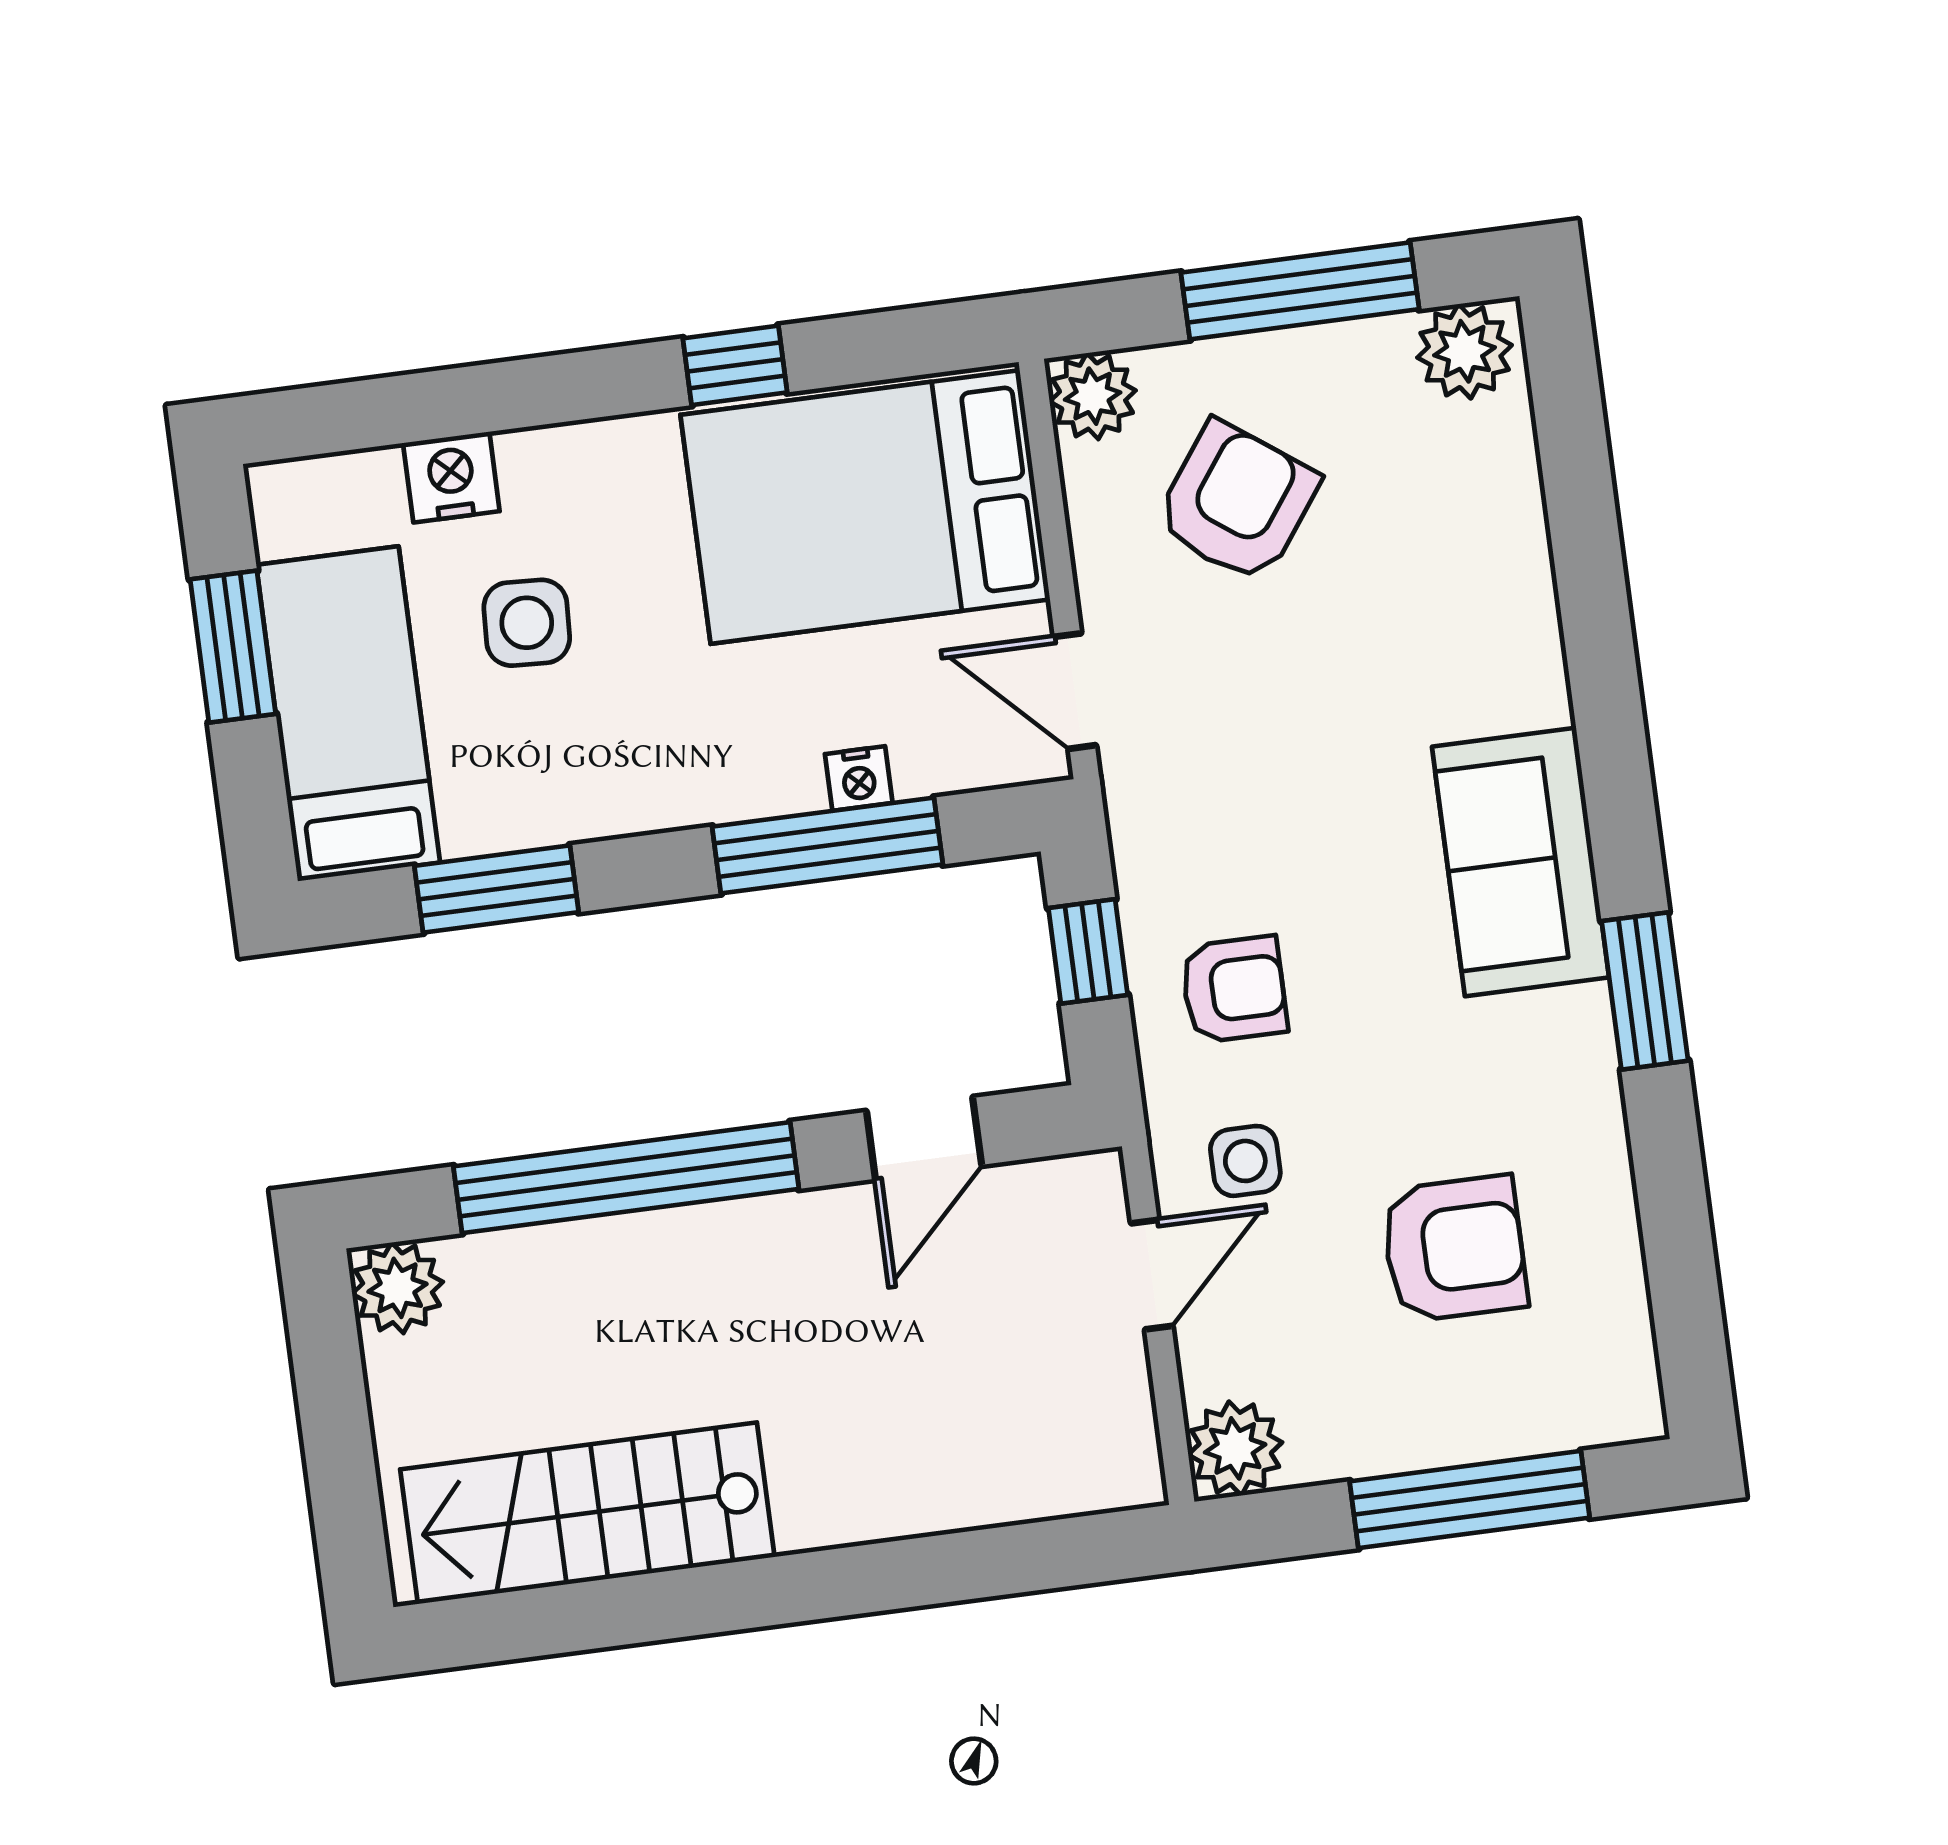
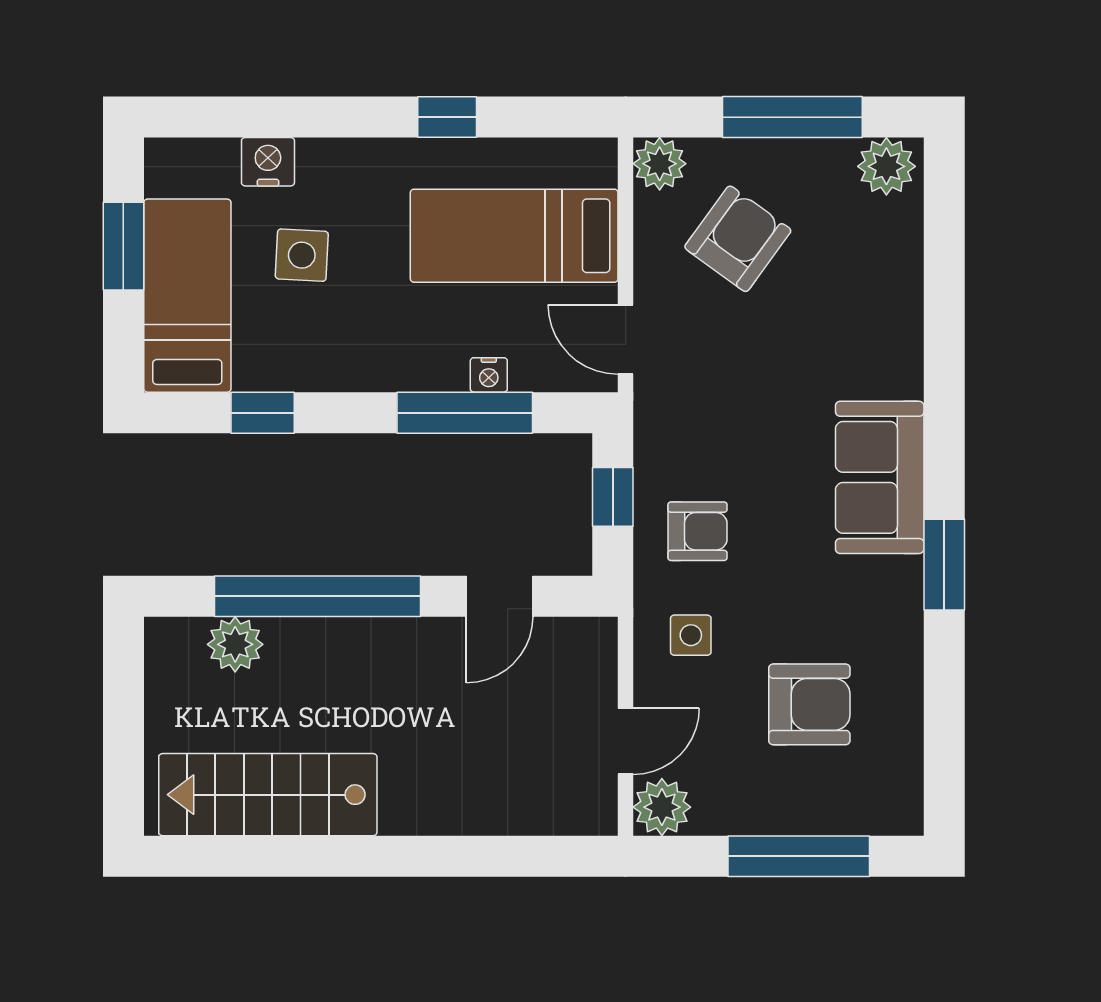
bed: (865, 507) -> (514, 236), width x0.67
window: (497, 889) -> (263, 413), width x0.67
door: (1152, 1275) -> (626, 741), moved
plant: (398, 1288) -> (235, 644), moved

